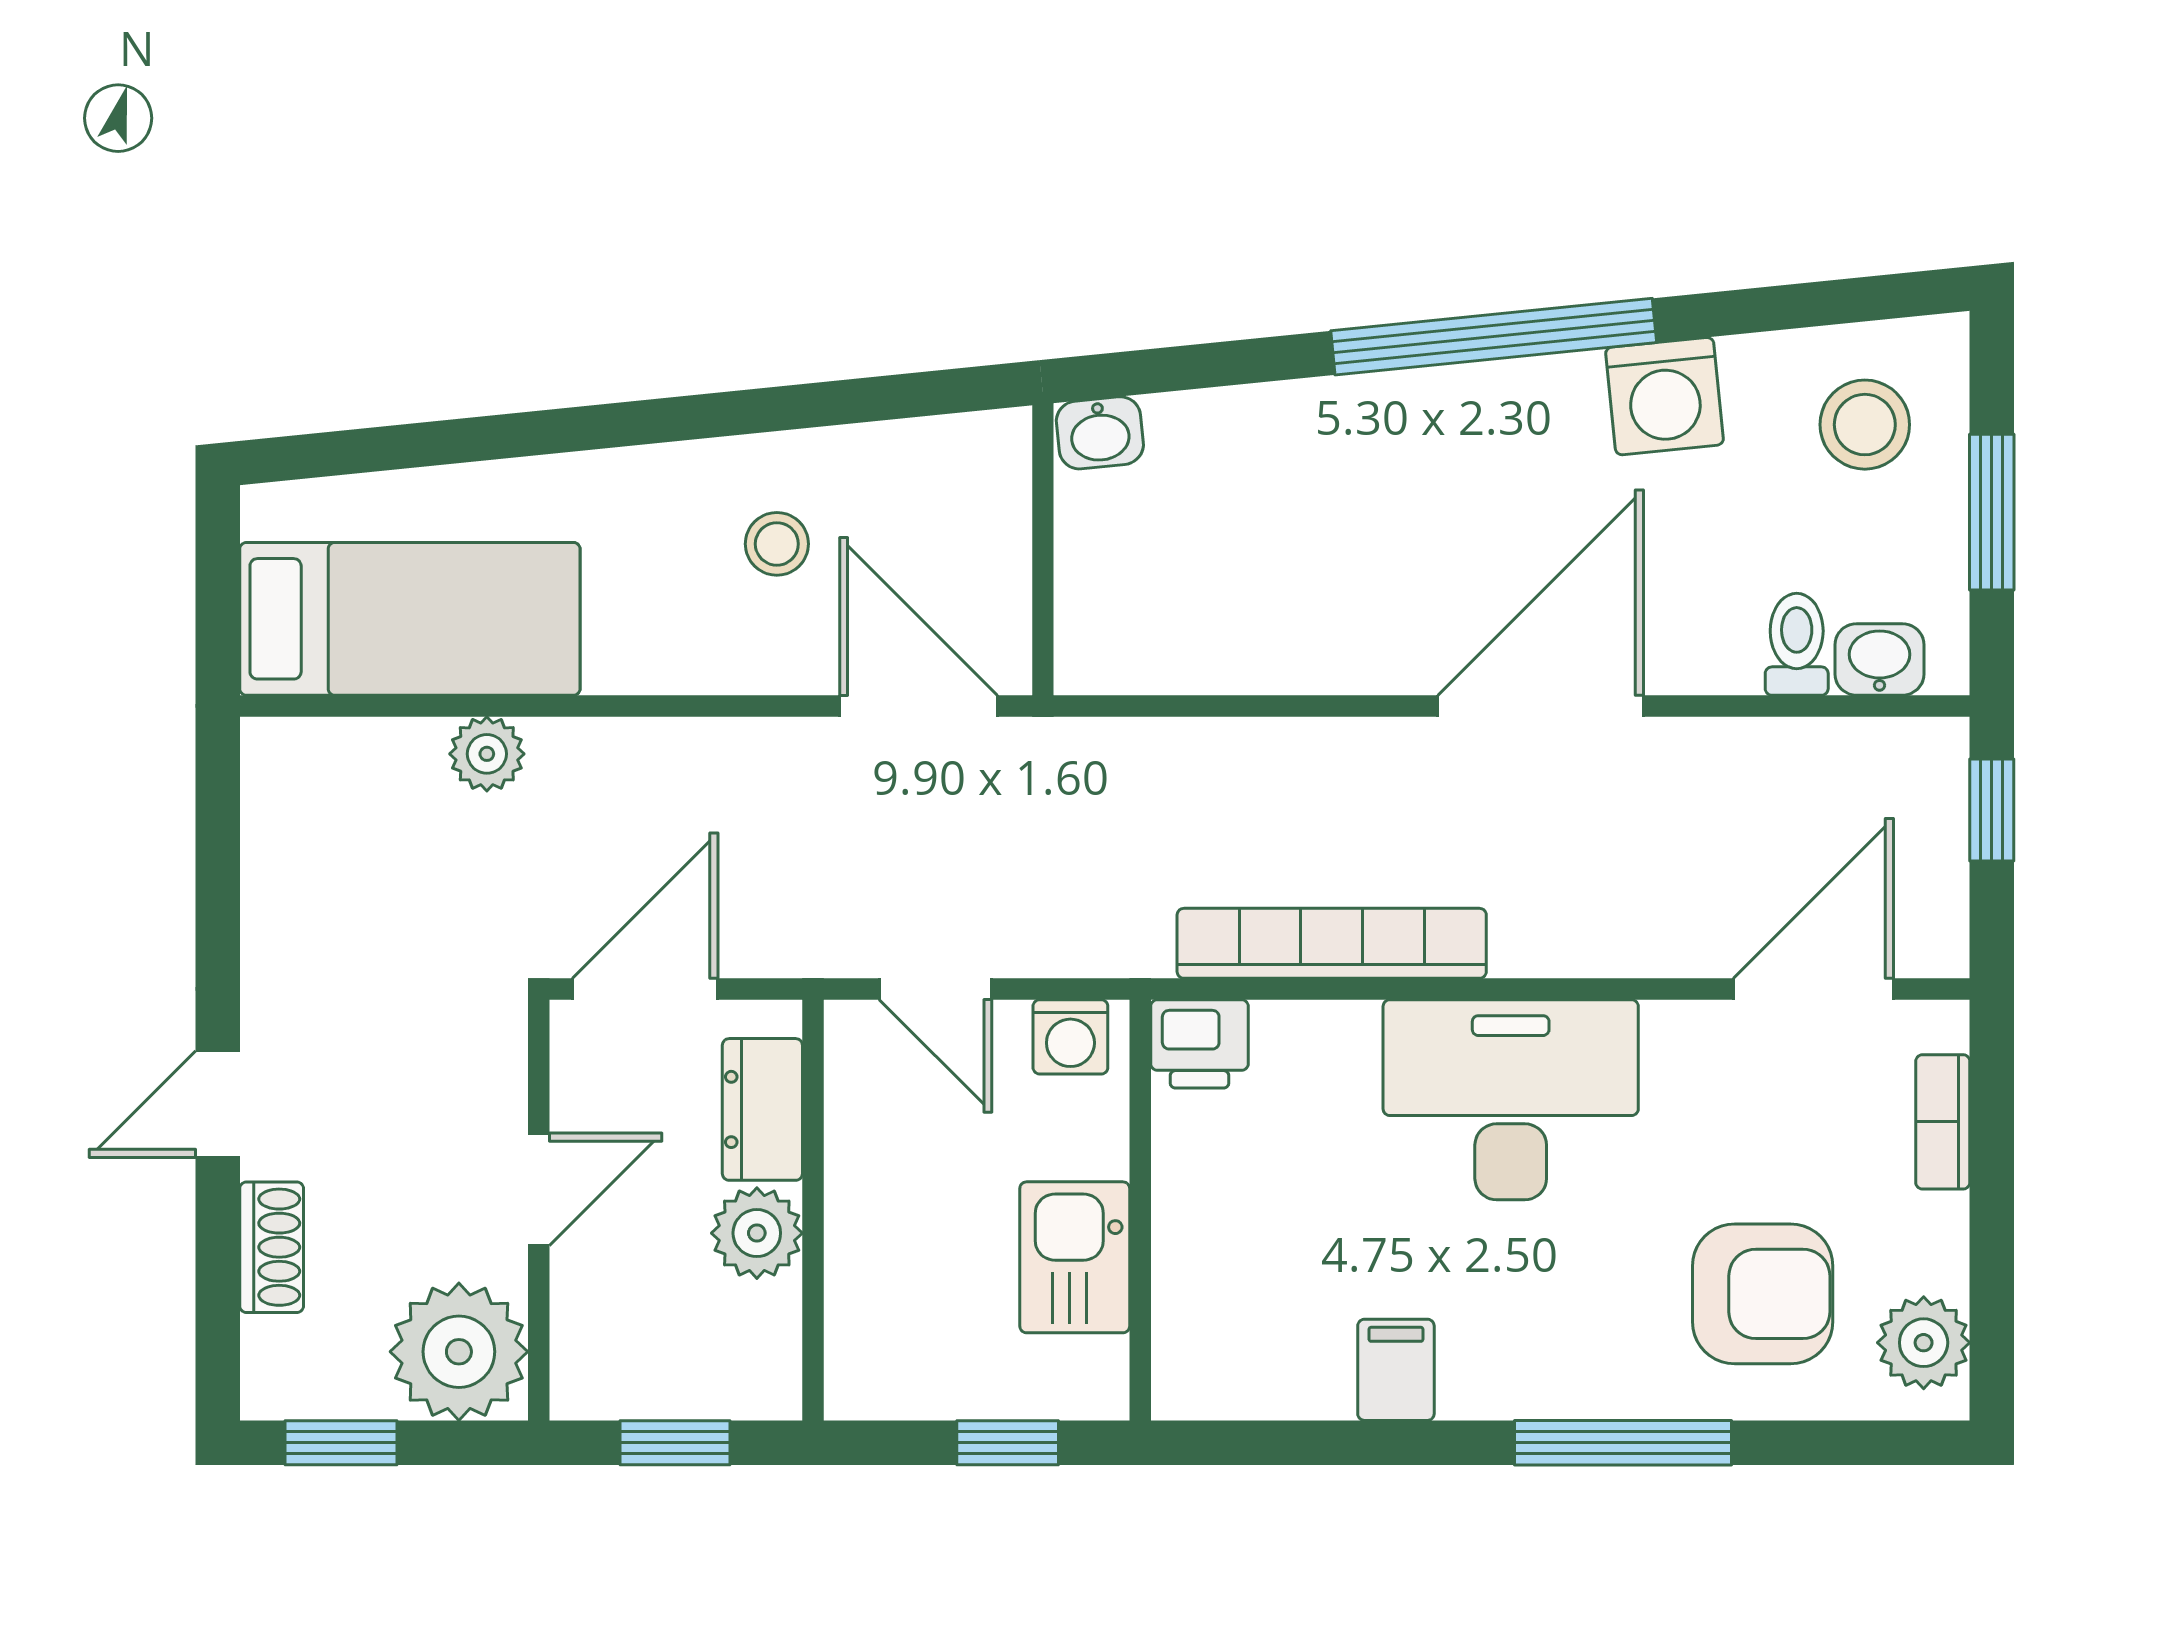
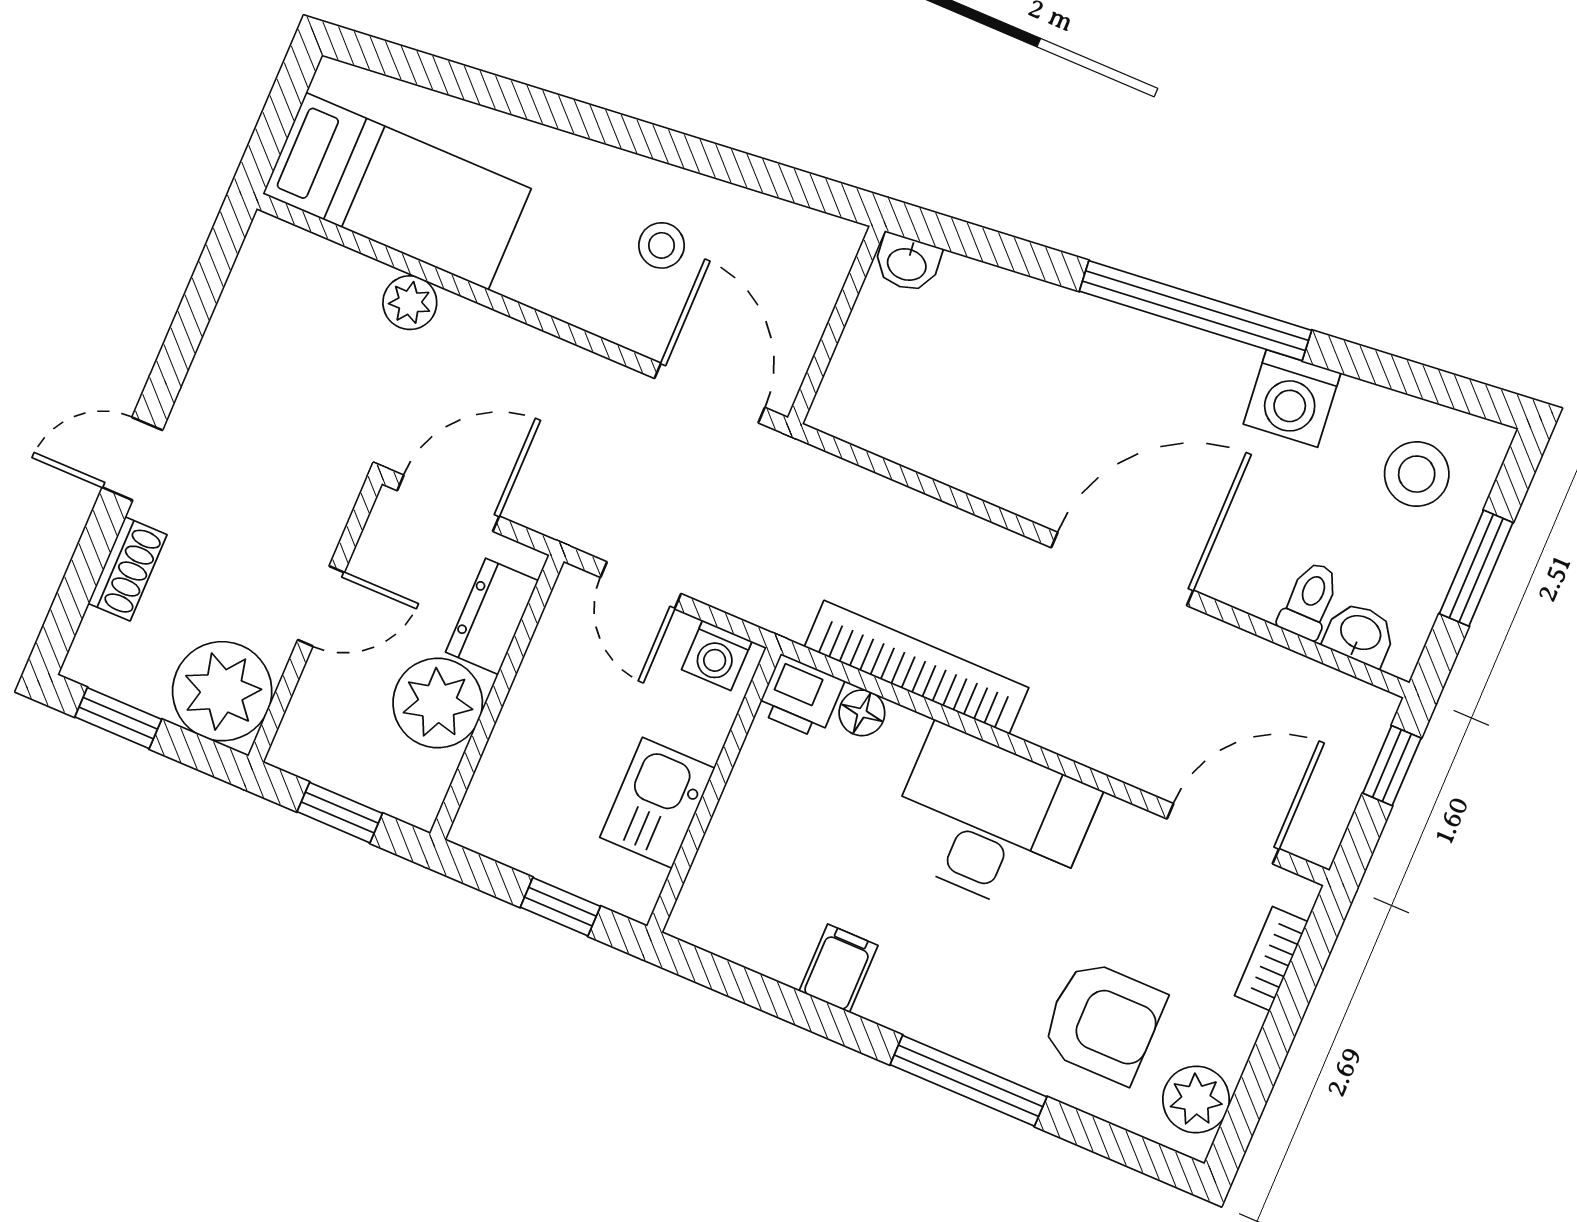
floor lamp: (1287, 1031) -> (862, 713), added
plant: (757, 1233) -> (438, 703), width x1.36, depth x1.36

